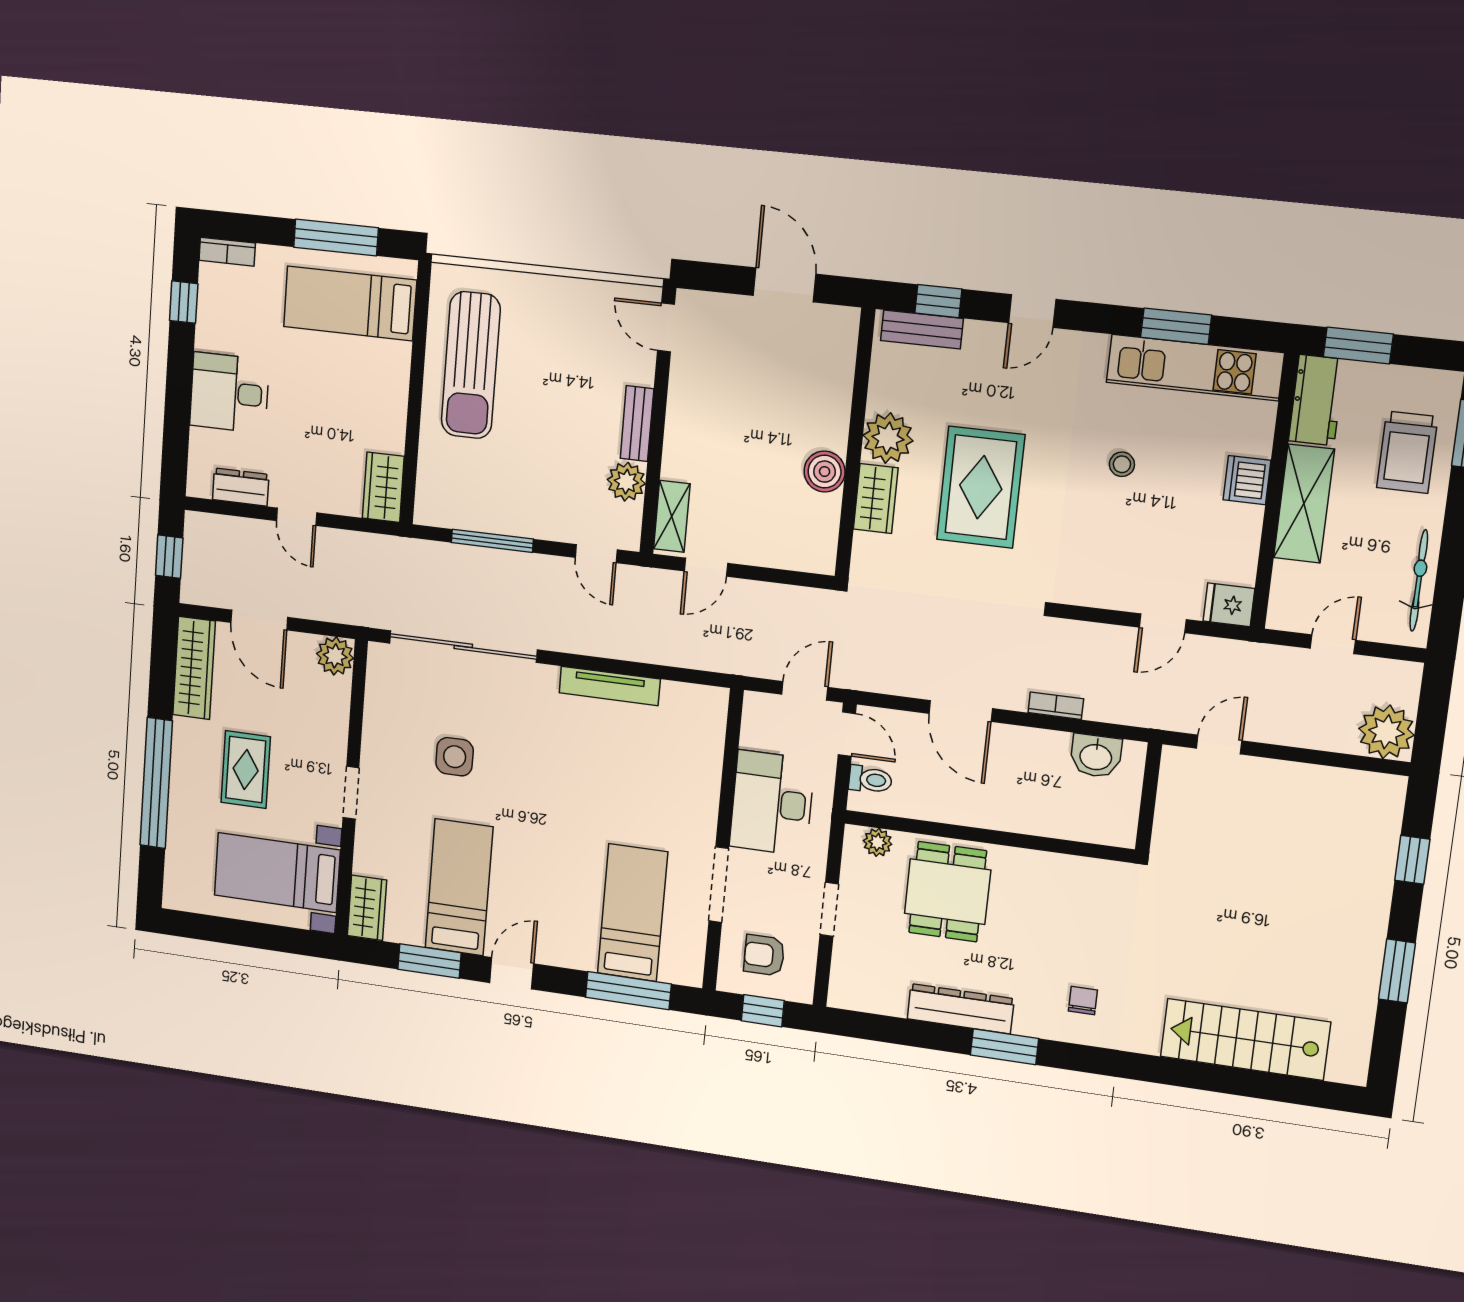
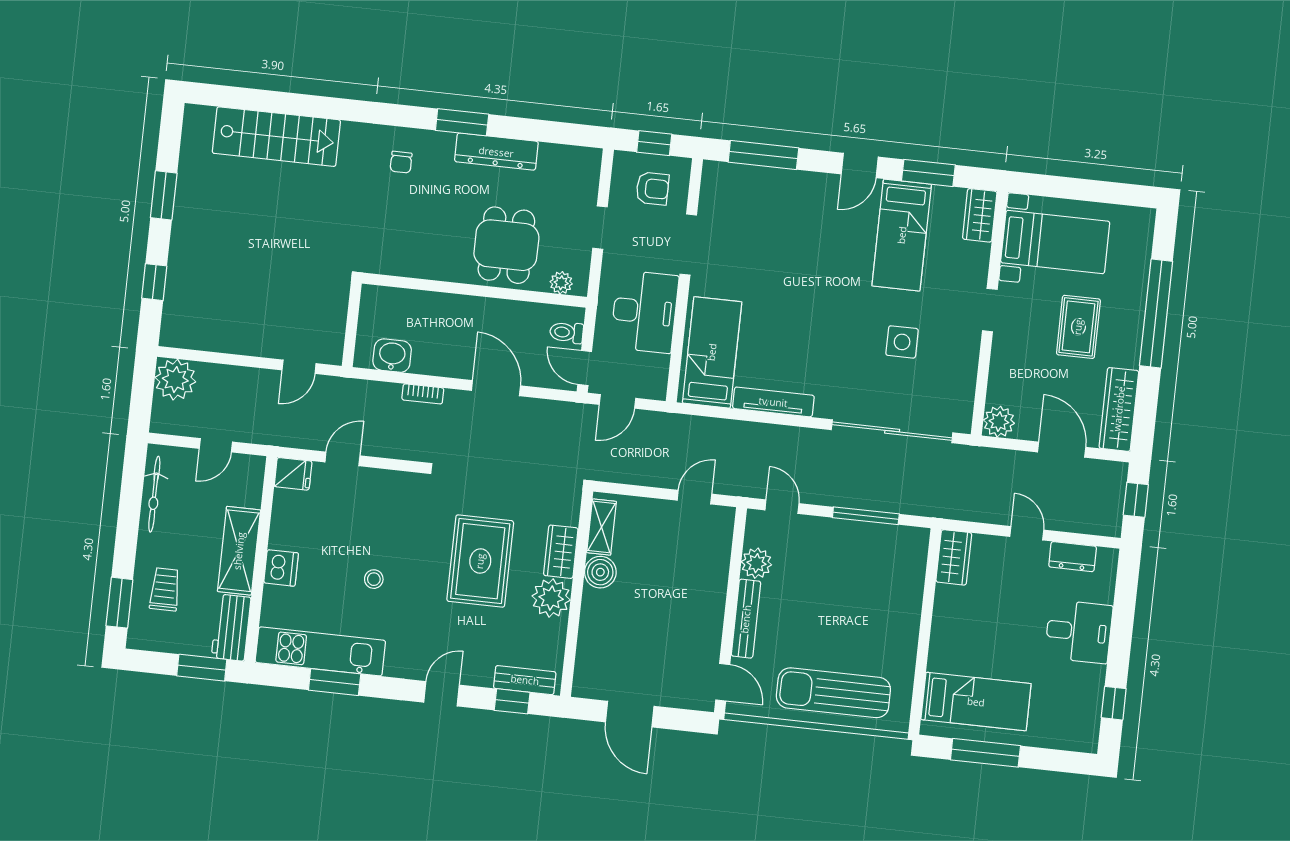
bookcase: (227, 252) -> (1076, 742), removed
sun lounger: (471, 365) -> (833, 693), moved, turned -90
bench: (637, 424) -> (746, 619), width x1.36
trolley: (1407, 452) -> (165, 589), width x0.73, depth x0.72
shelving: (672, 516) -> (602, 527), moved
bed: (633, 913) -> (712, 352), moved, turned 180

